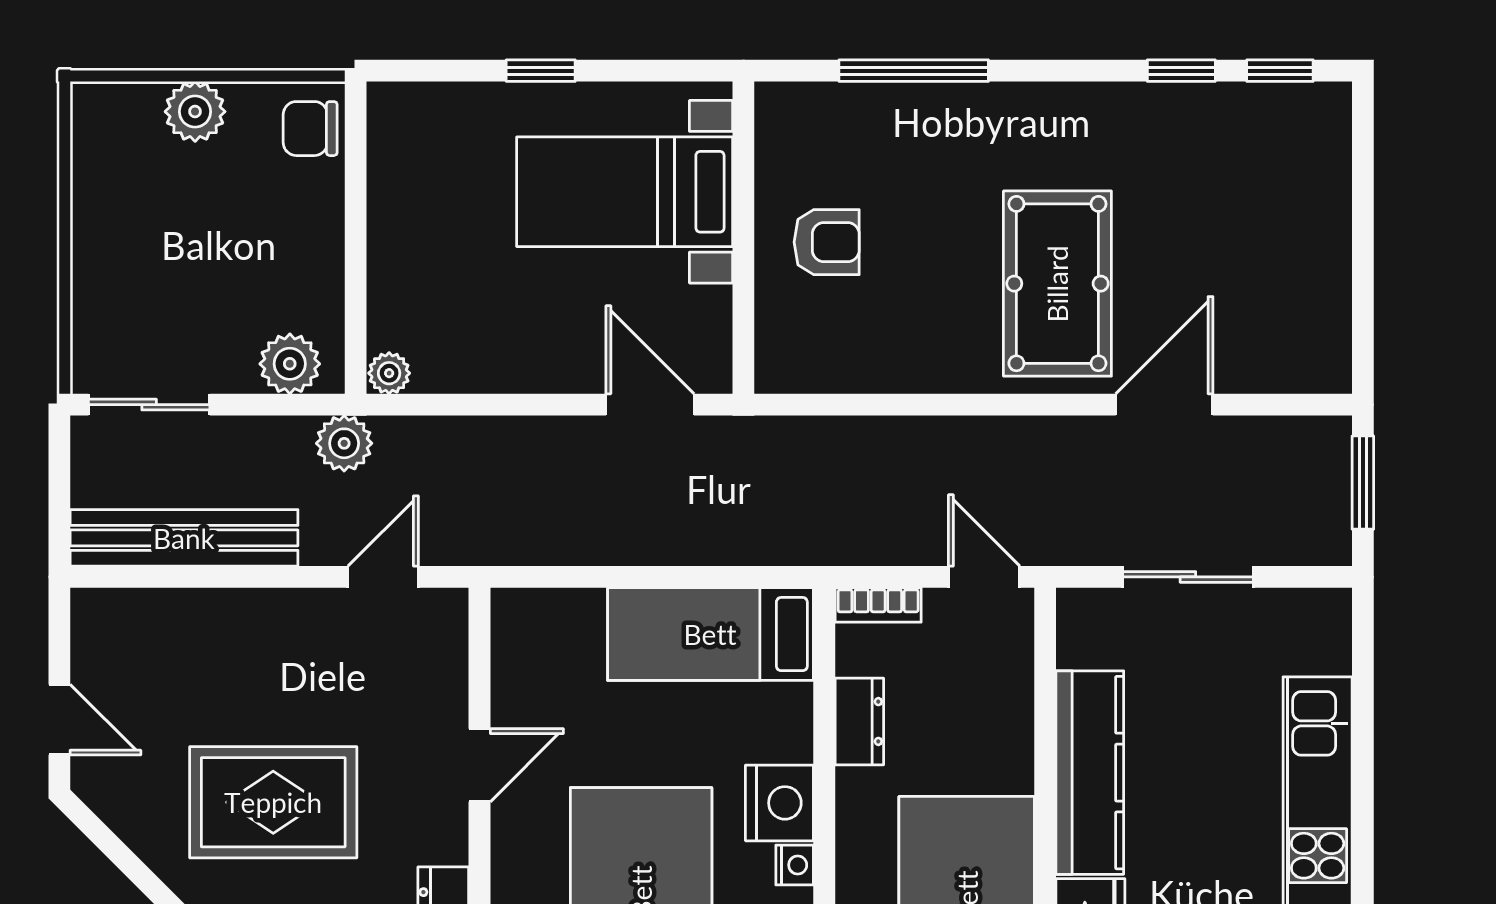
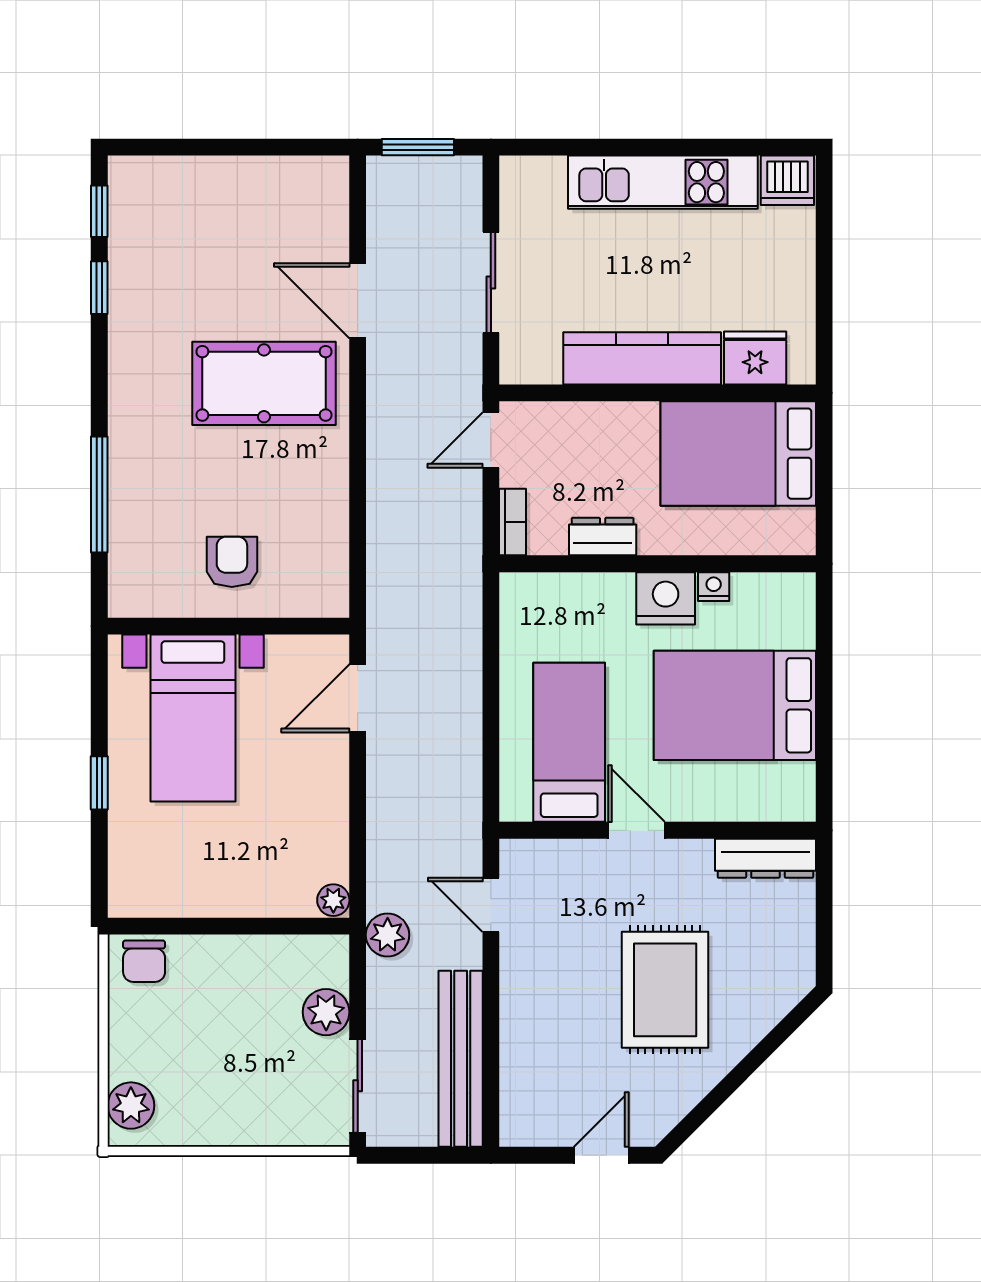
plant: (195, 112) -> (131, 1106), moved
plant: (290, 364) -> (326, 1012), moved
bed: (710, 634) -> (569, 742), moved, turned 180

